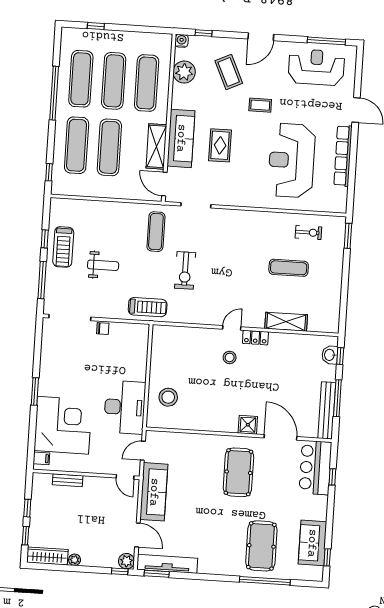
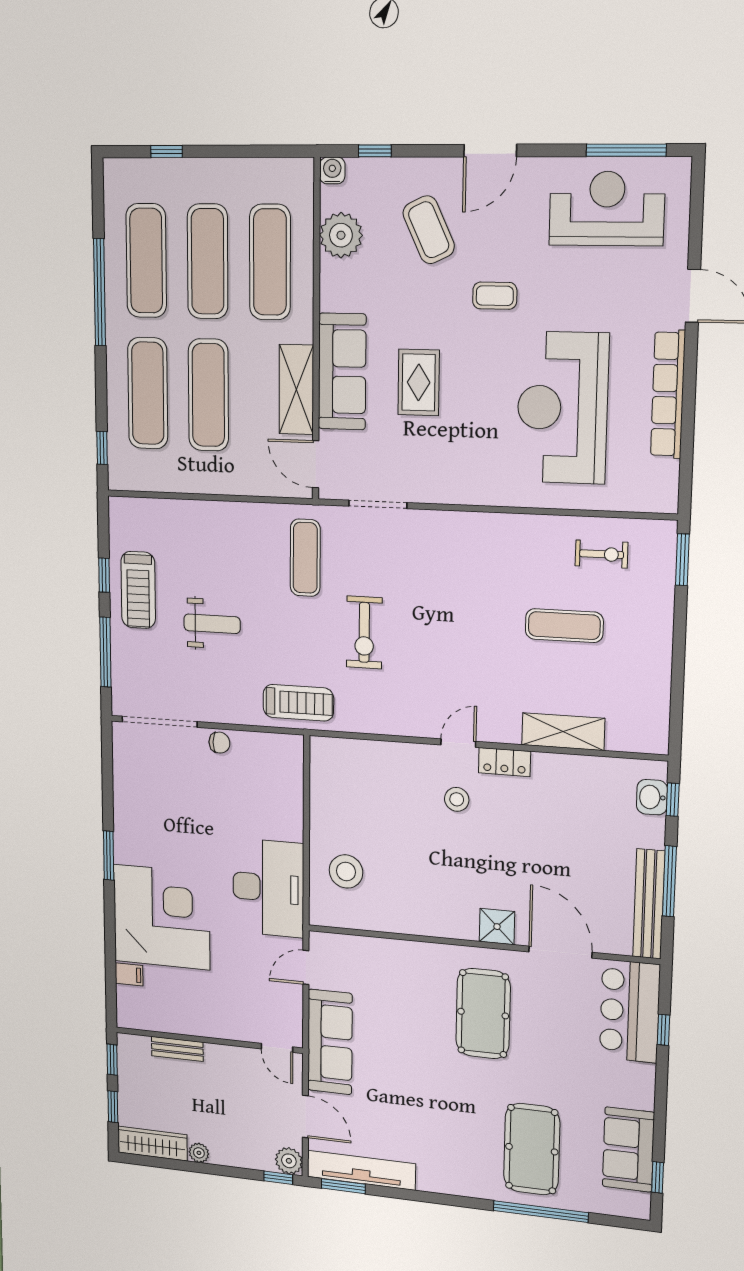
wall: (86, 474) -> (209, 1040), moved
door: (125, 477) -> (277, 1048), moved
bench: (68, 480) -> (177, 1049), moved

